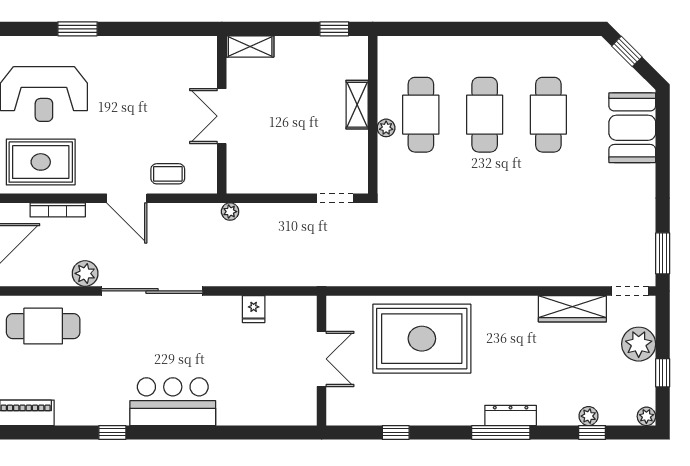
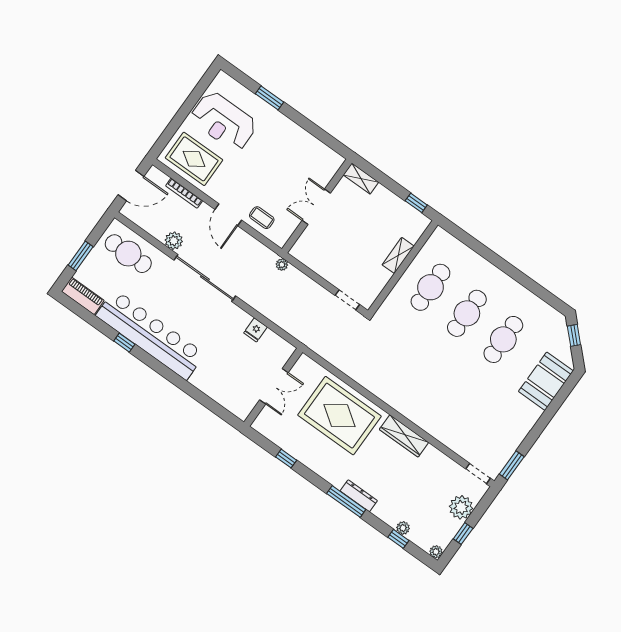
plant: (386, 128) -> (405, 281), removed
wardrobe: (572, 309) -> (404, 436), moved
bar counter: (173, 402) -> (150, 335), width x1.86

